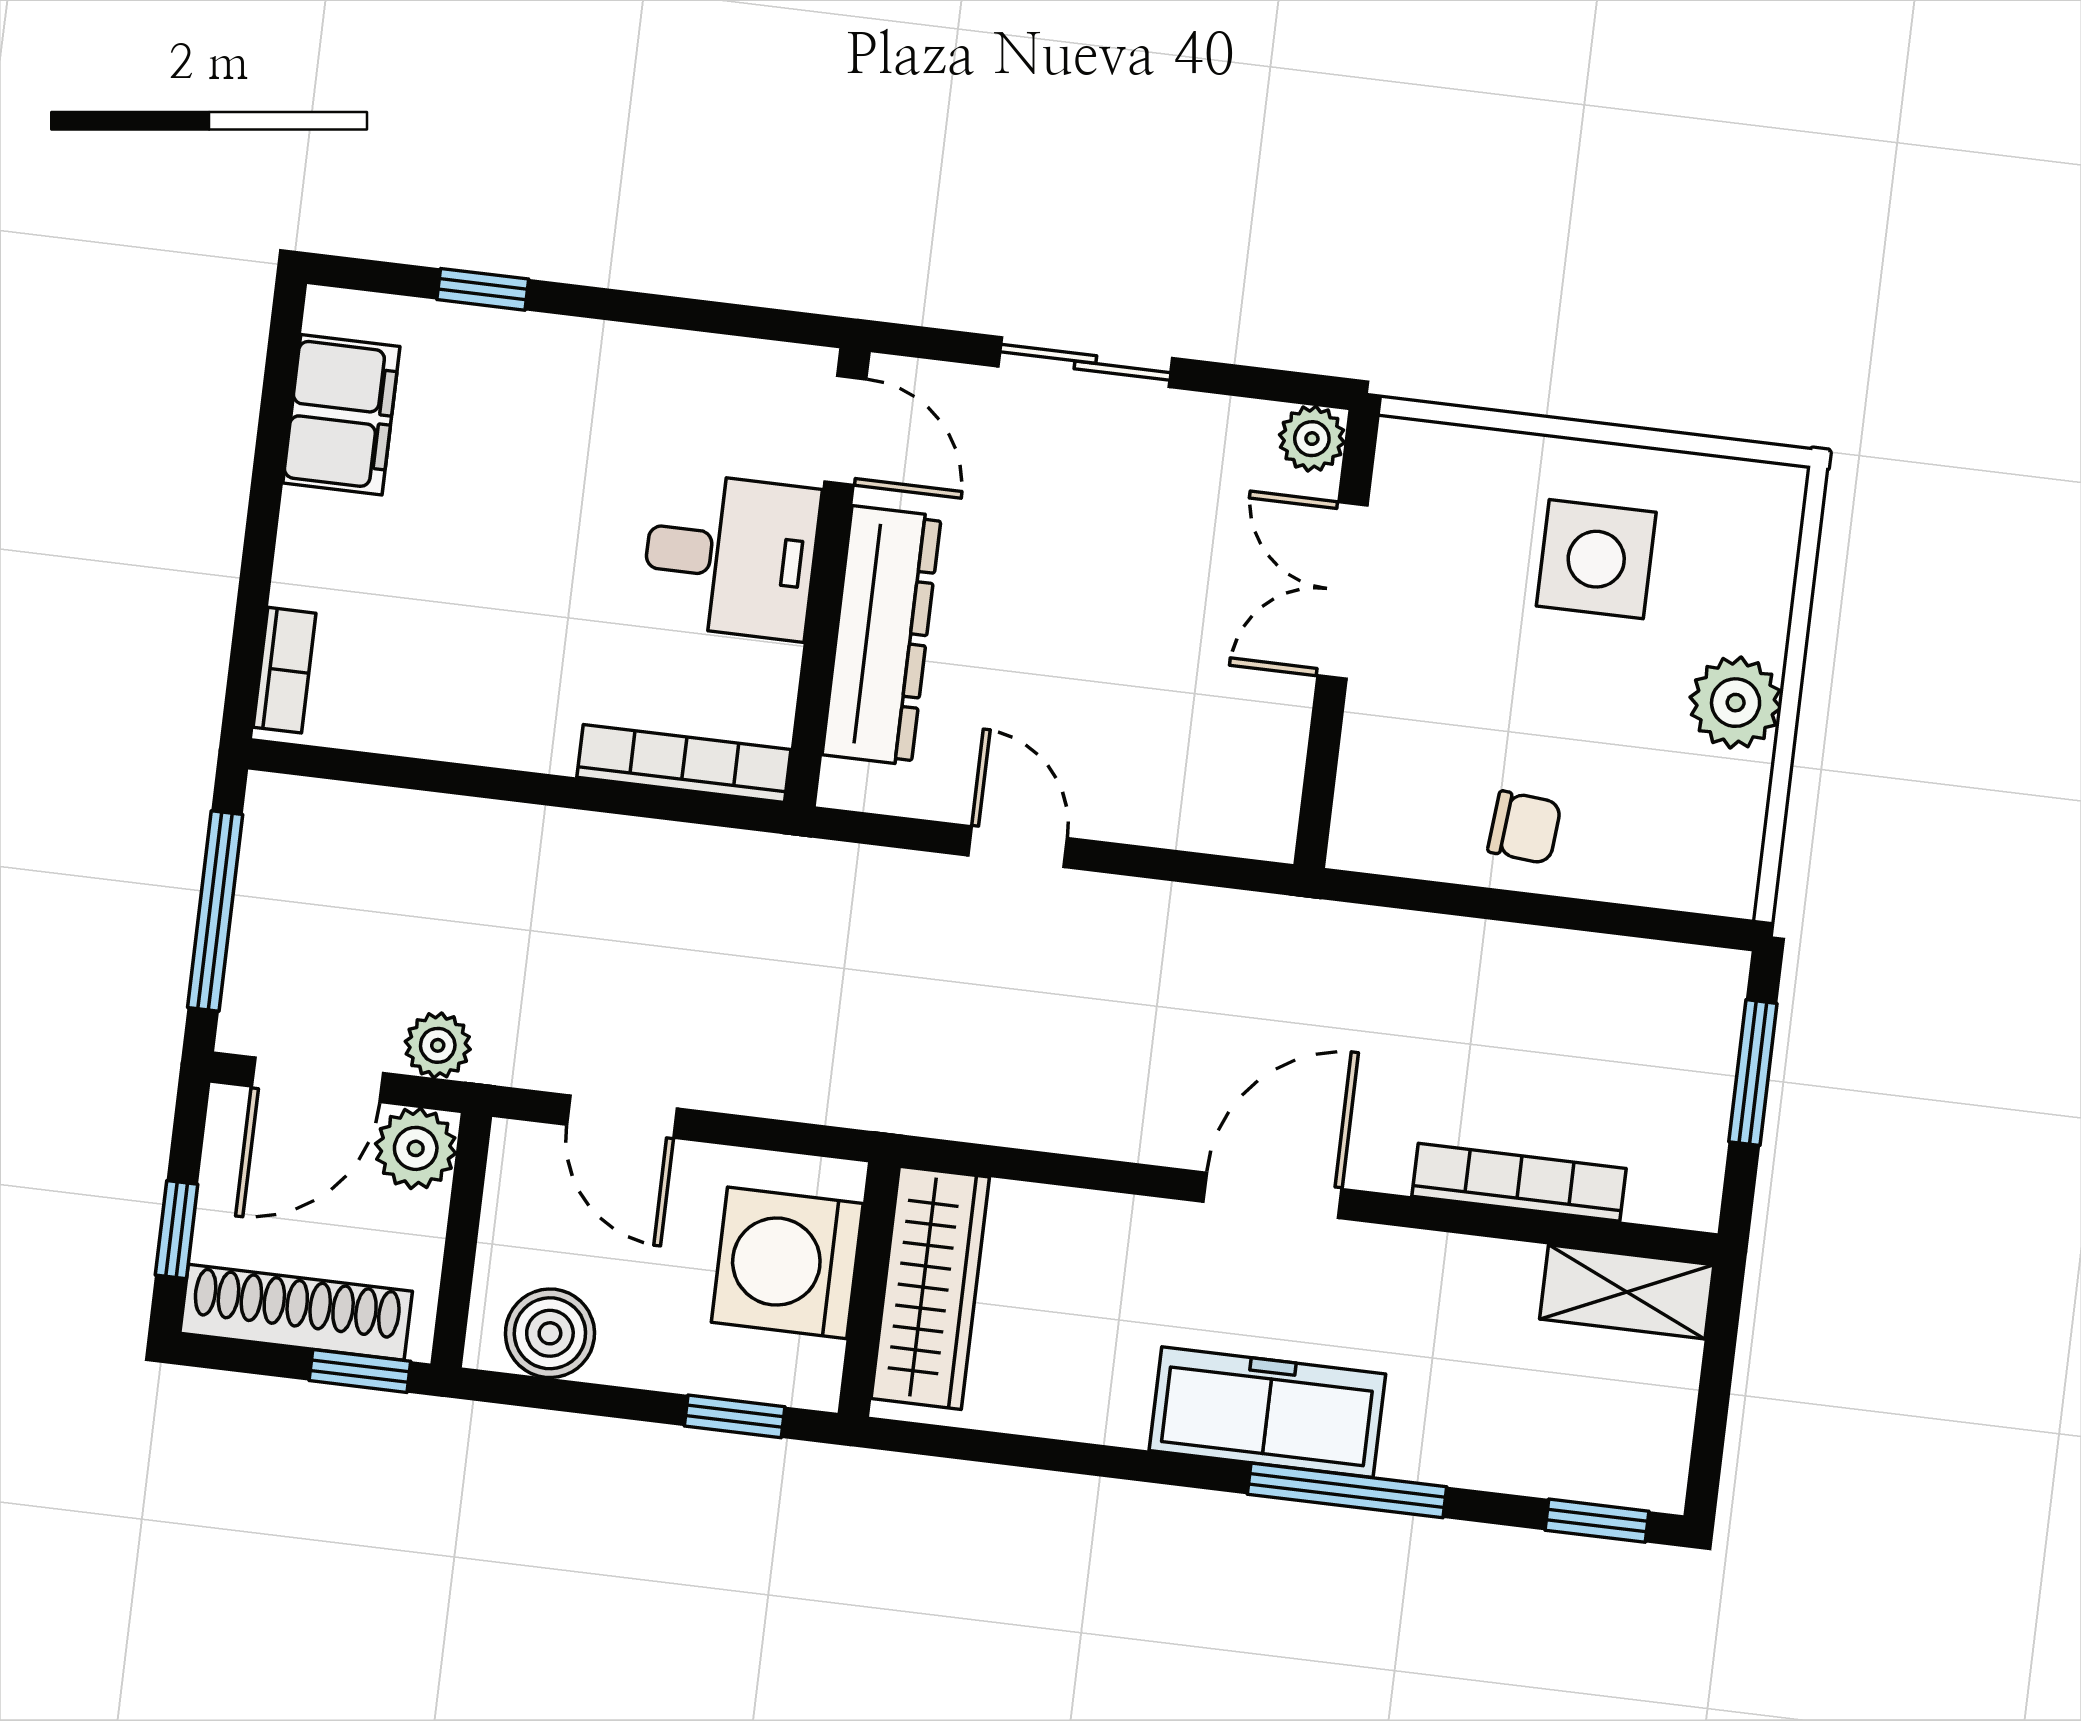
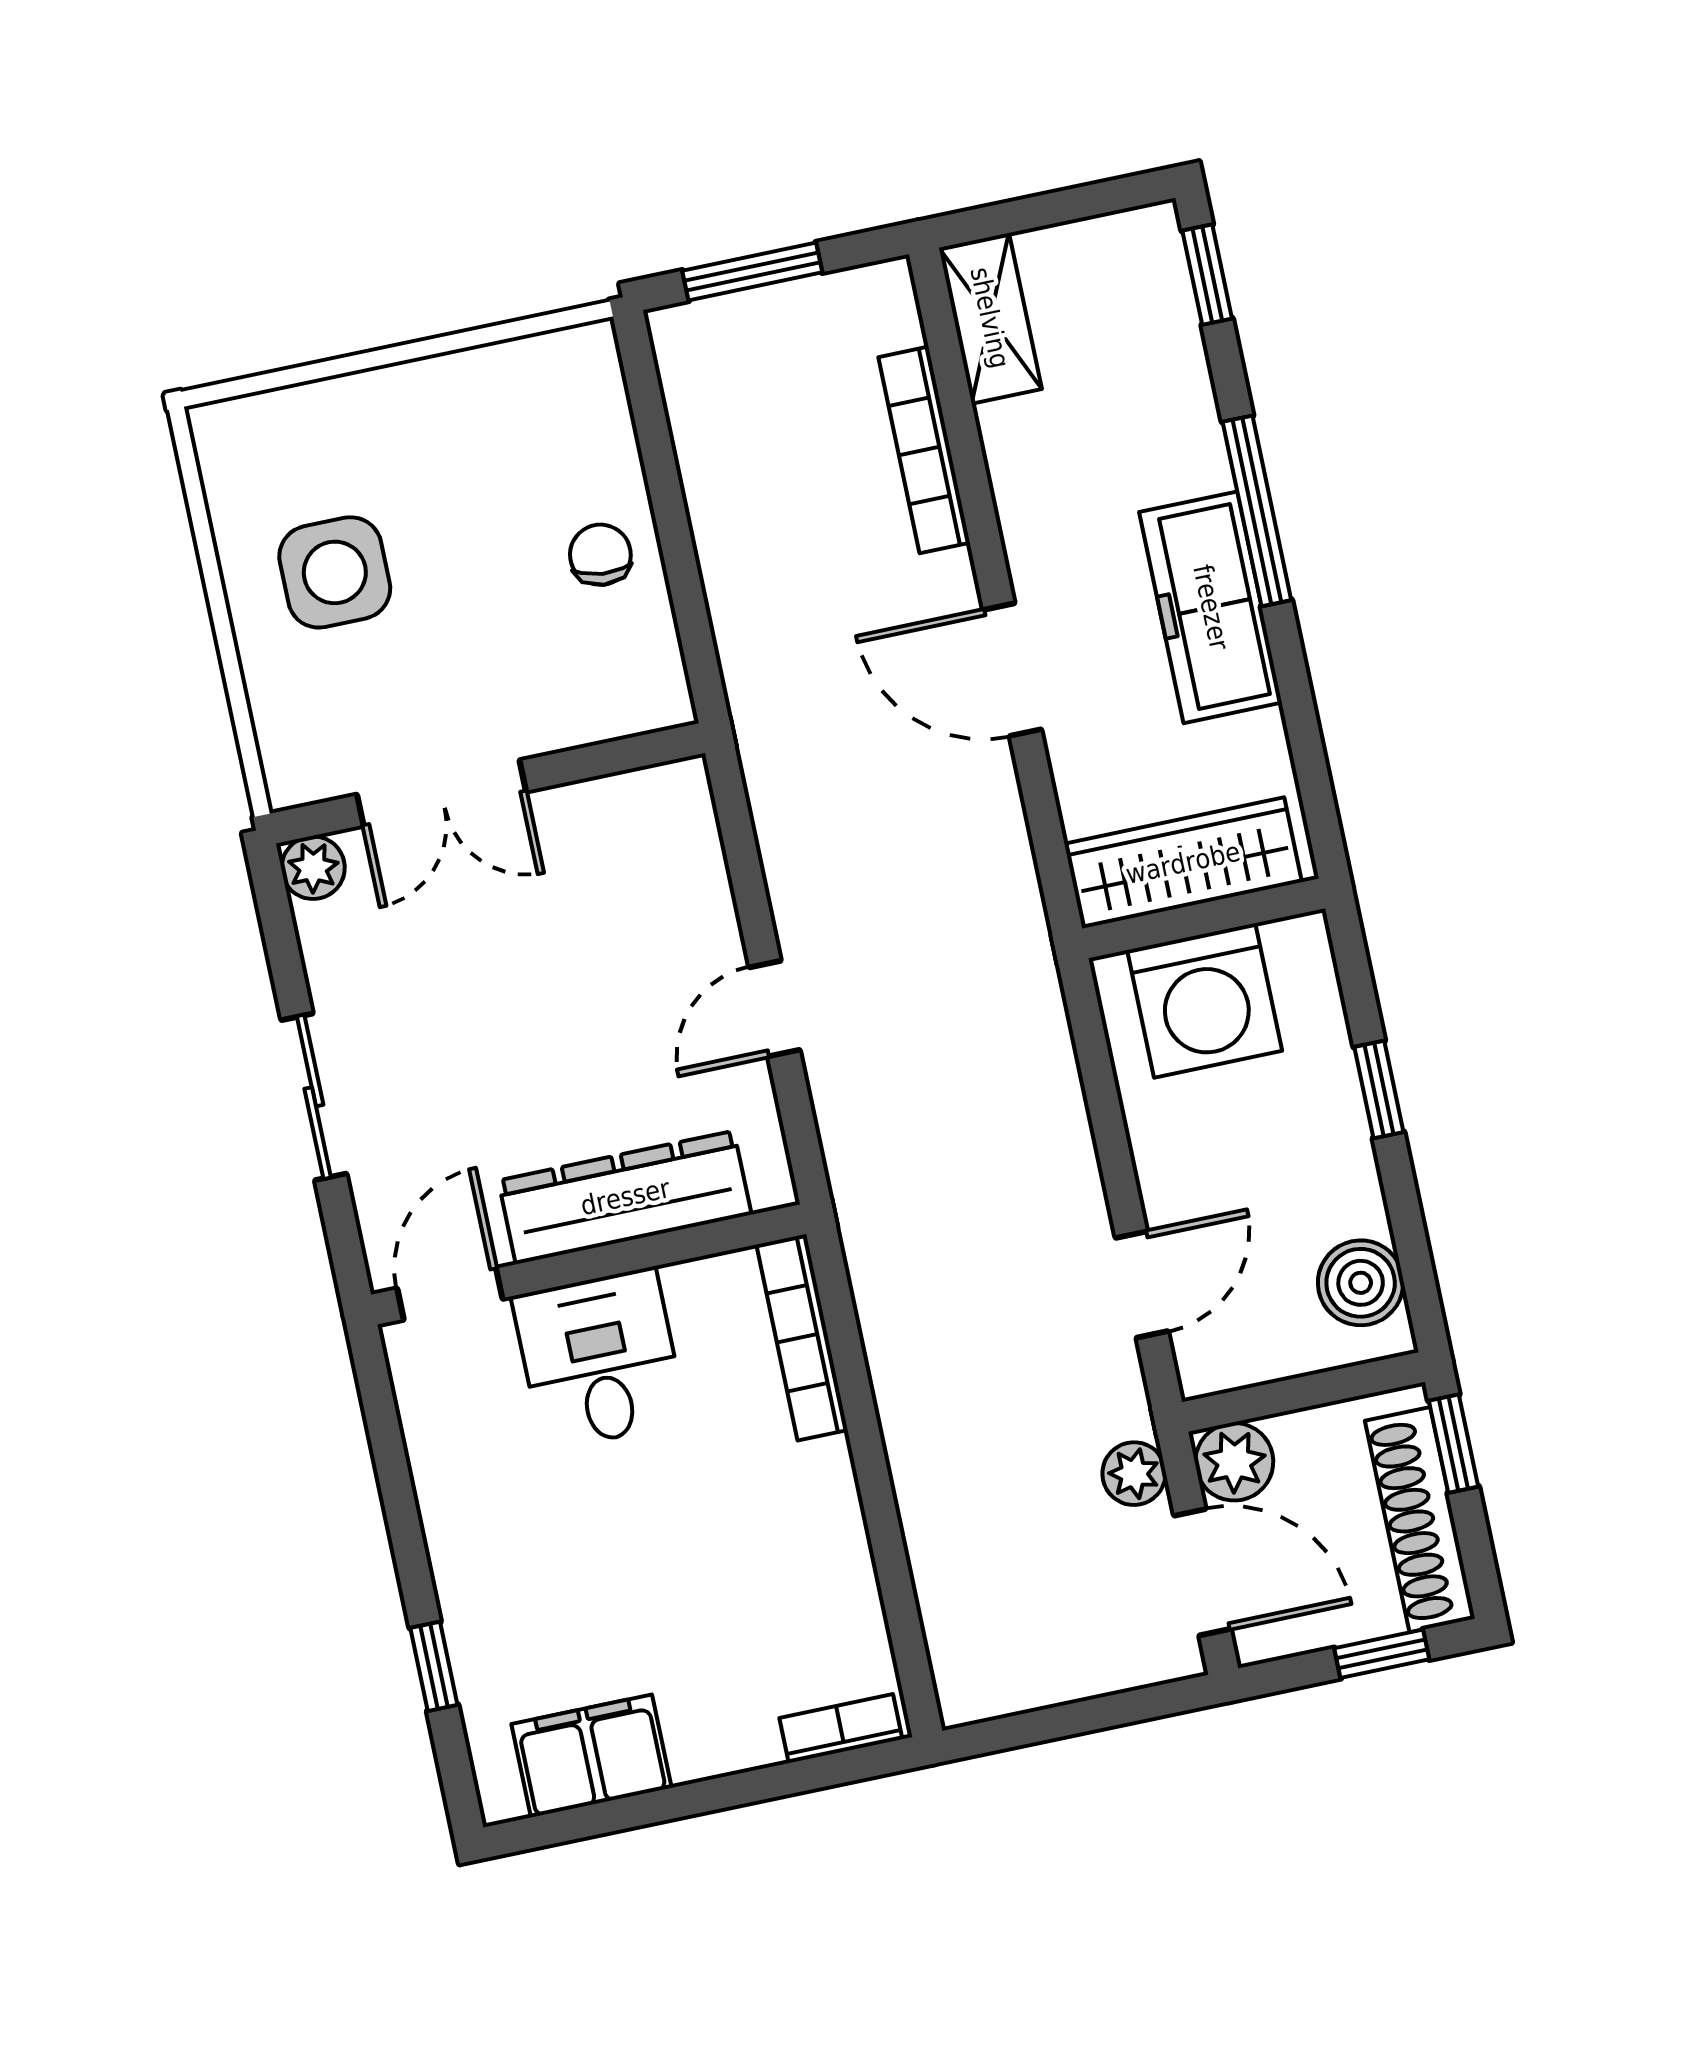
plant: (1736, 703) -> (422, 402), removed
window: (215, 911) -> (1081, 1717), removed
washing machine: (787, 1263) -> (1205, 1000), moved
wardrobe: (930, 1288) -> (1183, 863), moved
wall: (869, 1289) -> (1204, 918), moved

